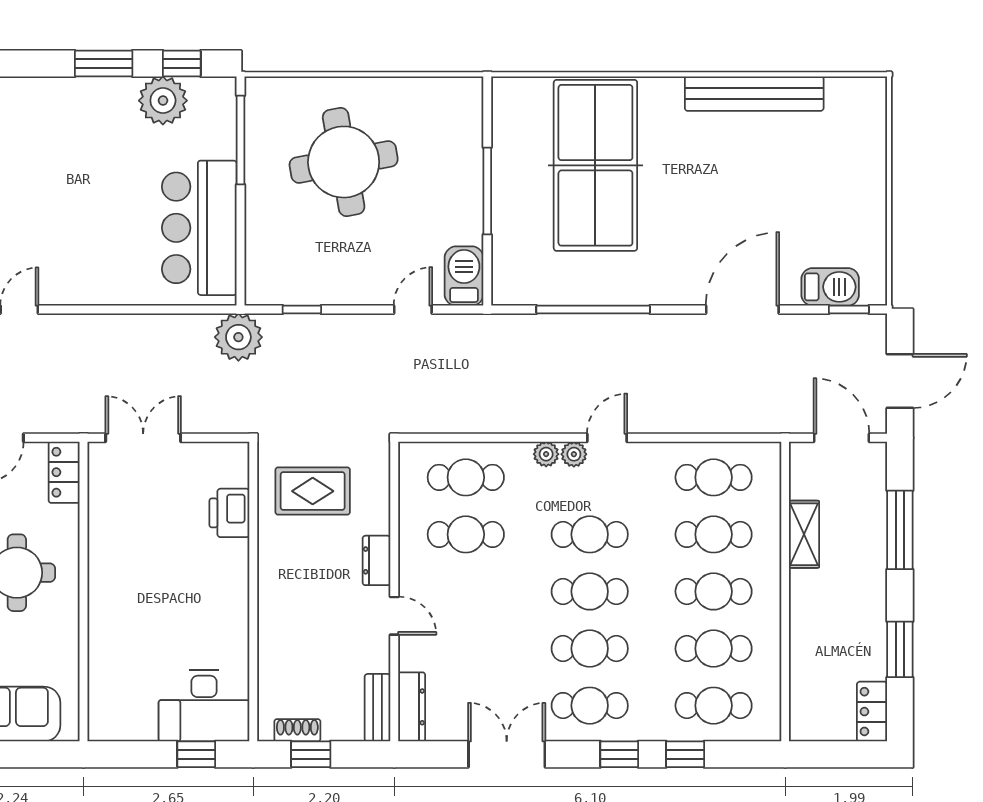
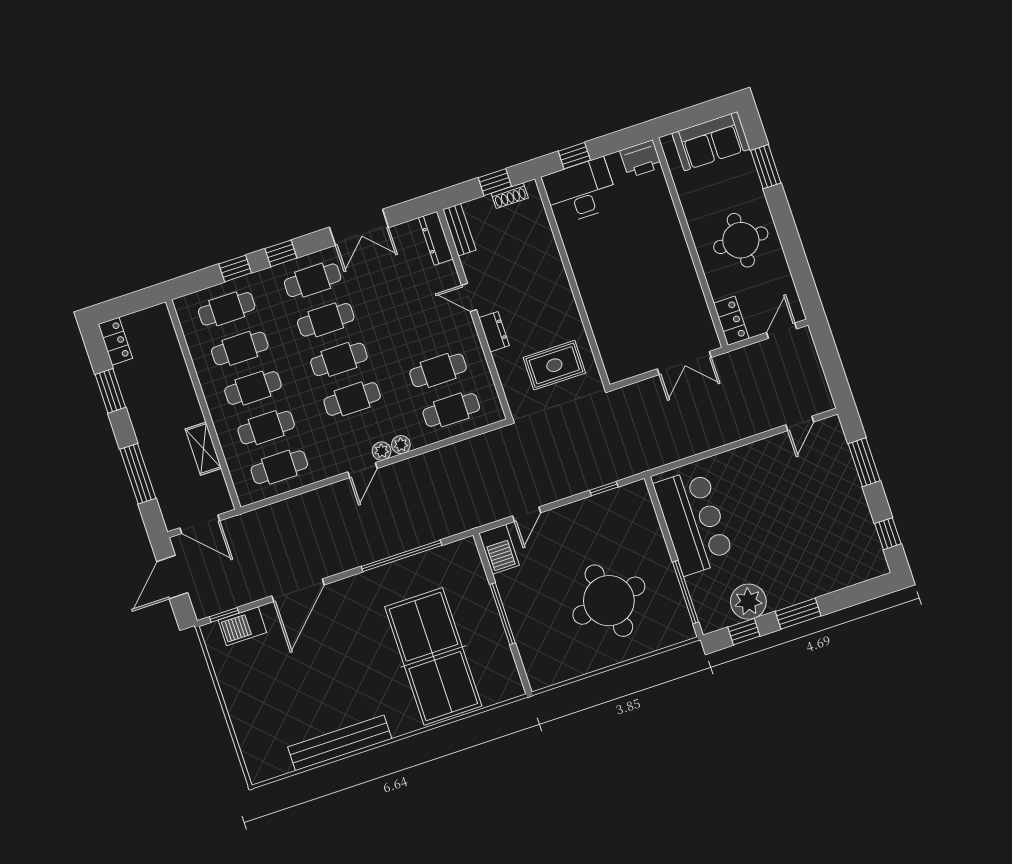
plant: (238, 337) -> (641, 455), removed
printer: (229, 513) -> (641, 159), moved, turned 90

